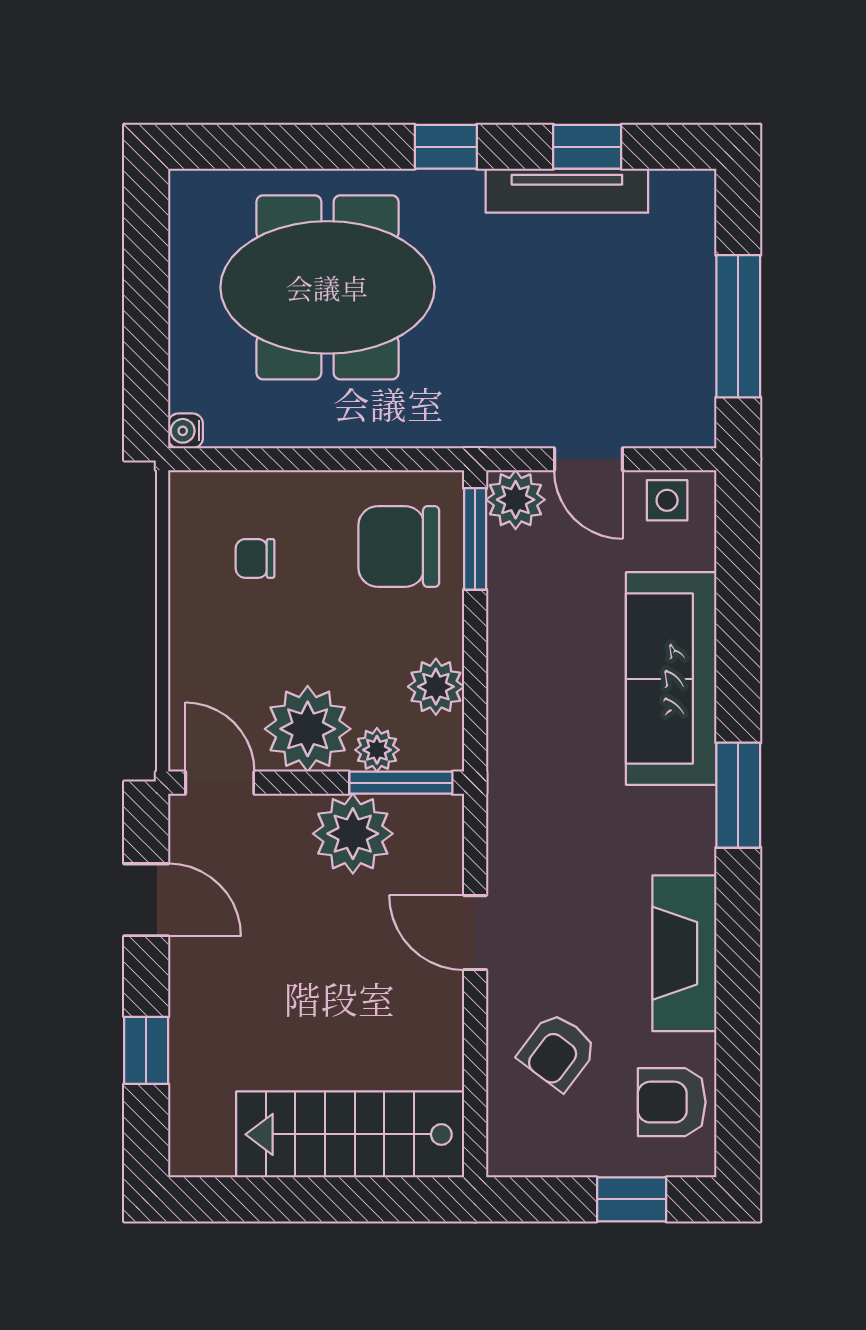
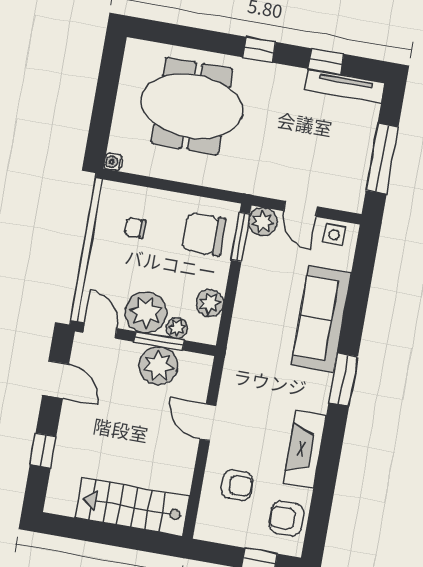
tv unit: (567, 191) -> (345, 86), moved
window: (401, 783) -> (159, 341), moved
armchair: (558, 1051) -> (237, 485), turned -127

